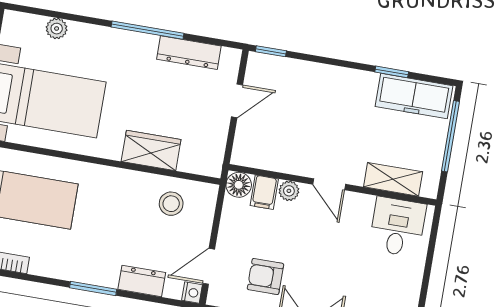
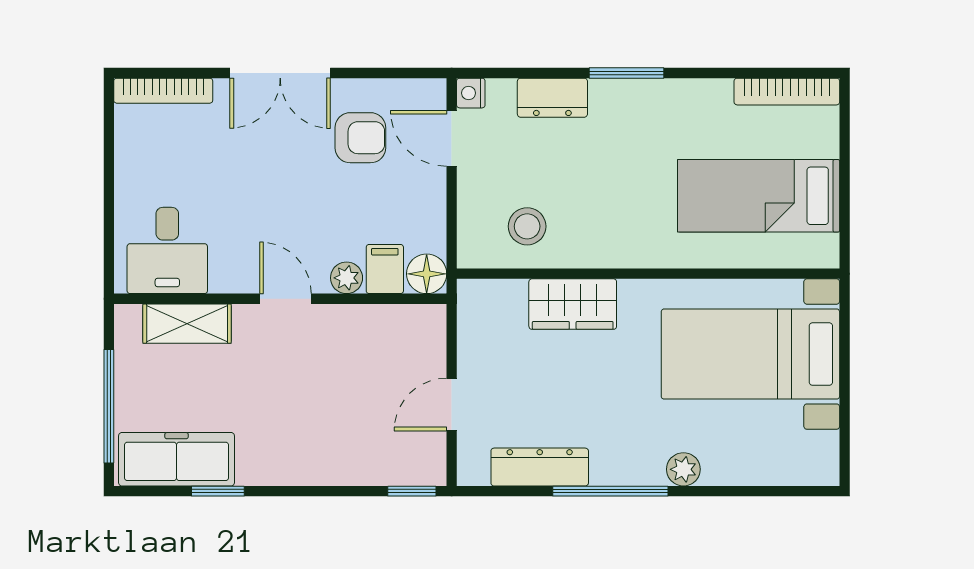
plant: (57, 29) -> (683, 469), moved
door: (209, 266) -> (452, 138), swing flipped

